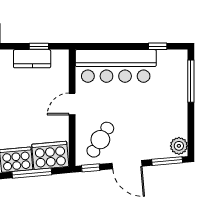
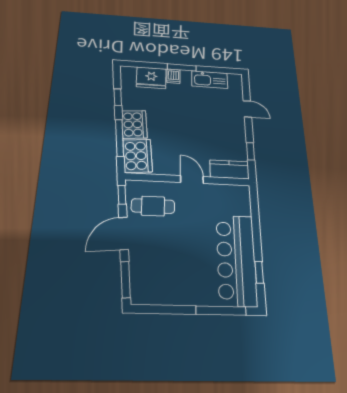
kitchen counter: (32, 59) -> (229, 169), moved, turned 90
bar counter: (116, 66) -> (236, 260), moved
cafe table: (100, 140) -> (153, 206), turned -31
plant: (179, 146) -> (143, 294), removed

